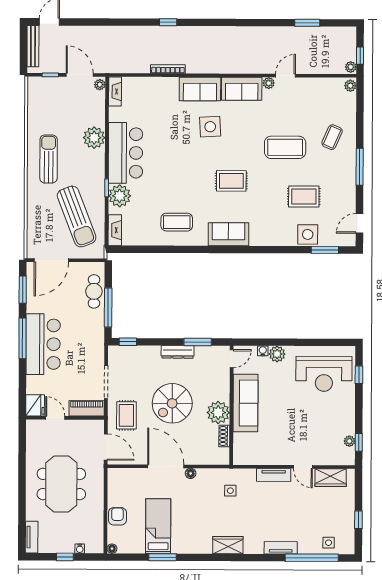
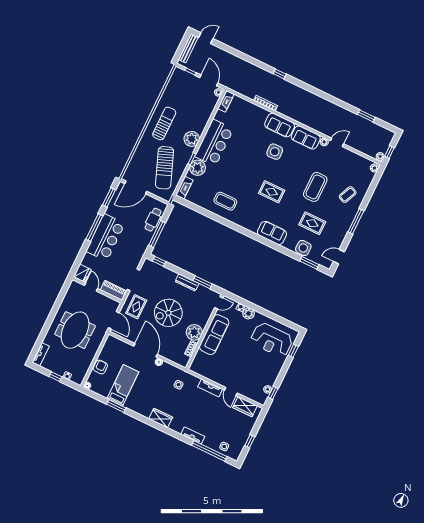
plant: (94, 138) -> (192, 139), moved
coffee table: (285, 147) -> (315, 187), turned 90
sofa: (229, 234) -> (272, 233), moved

